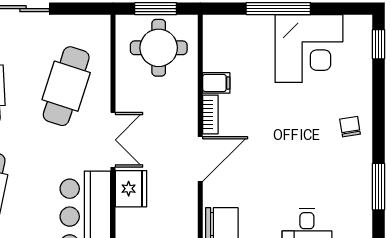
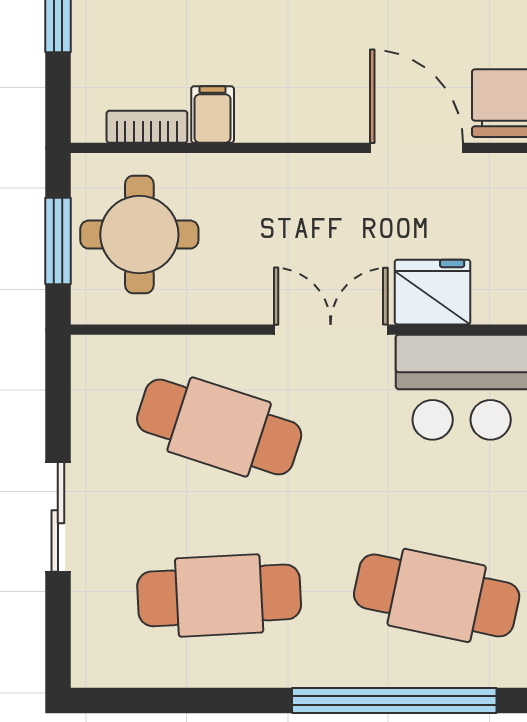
bookcase: (210, 114) -> (147, 127), moved
door: (200, 159) -> (417, 148), moved

